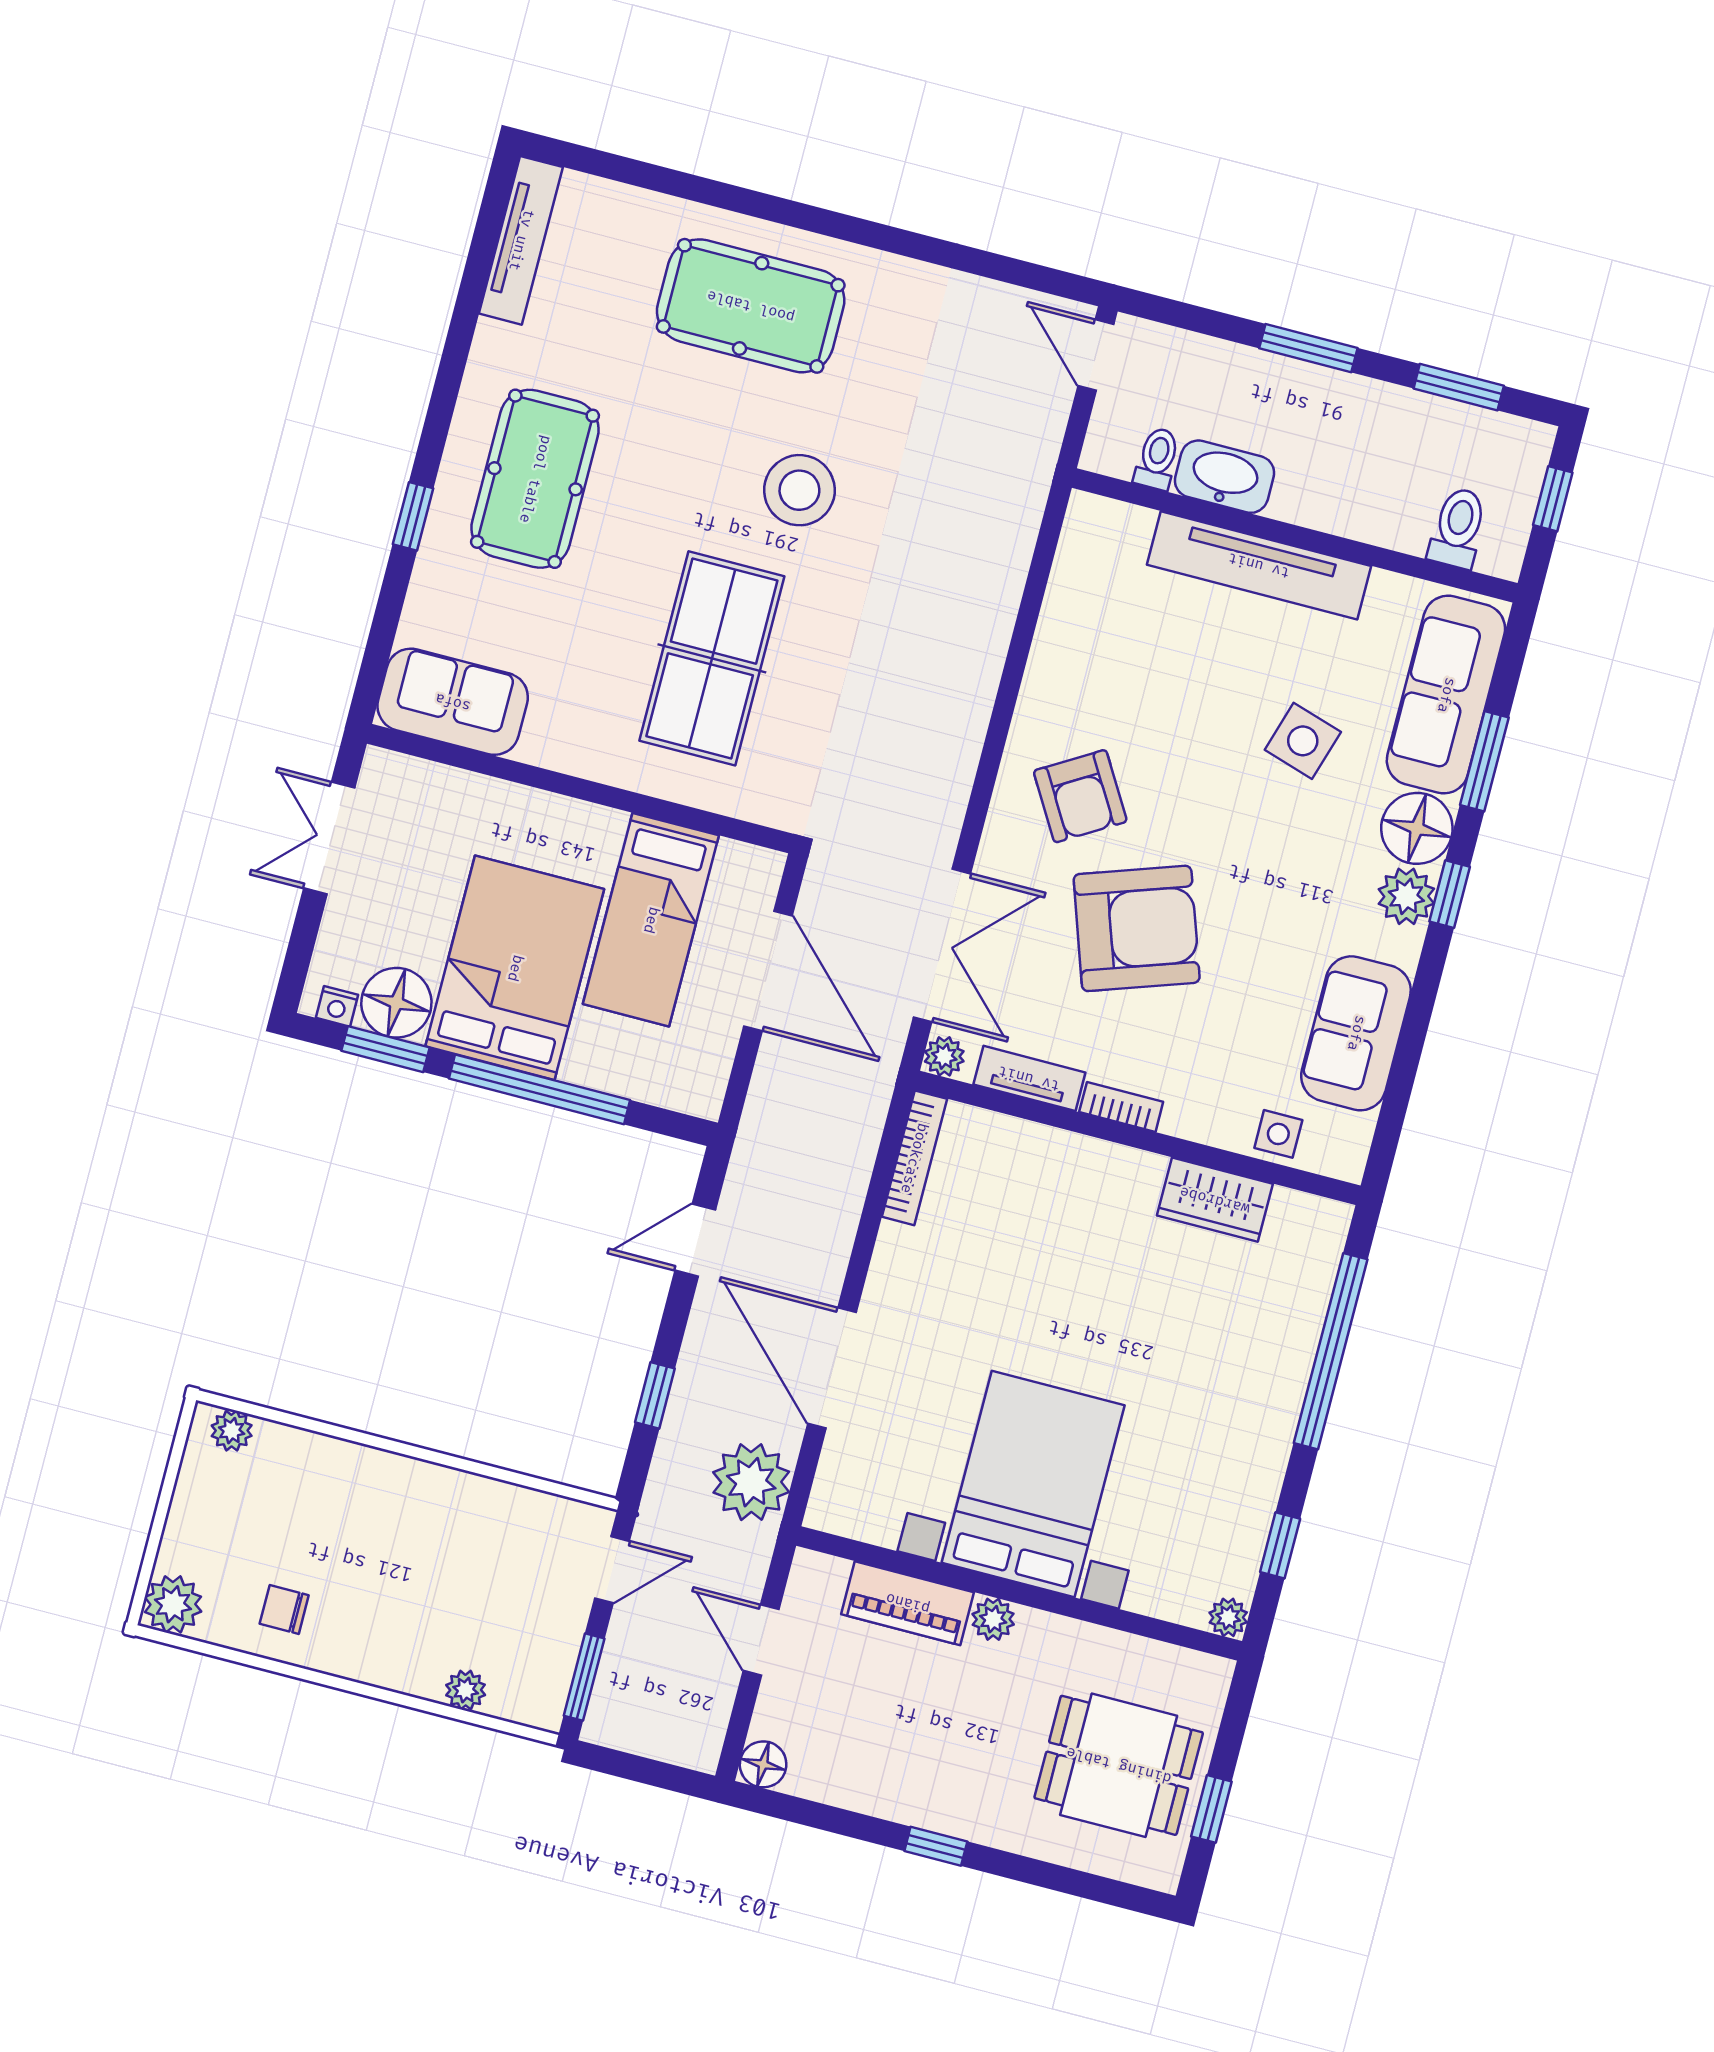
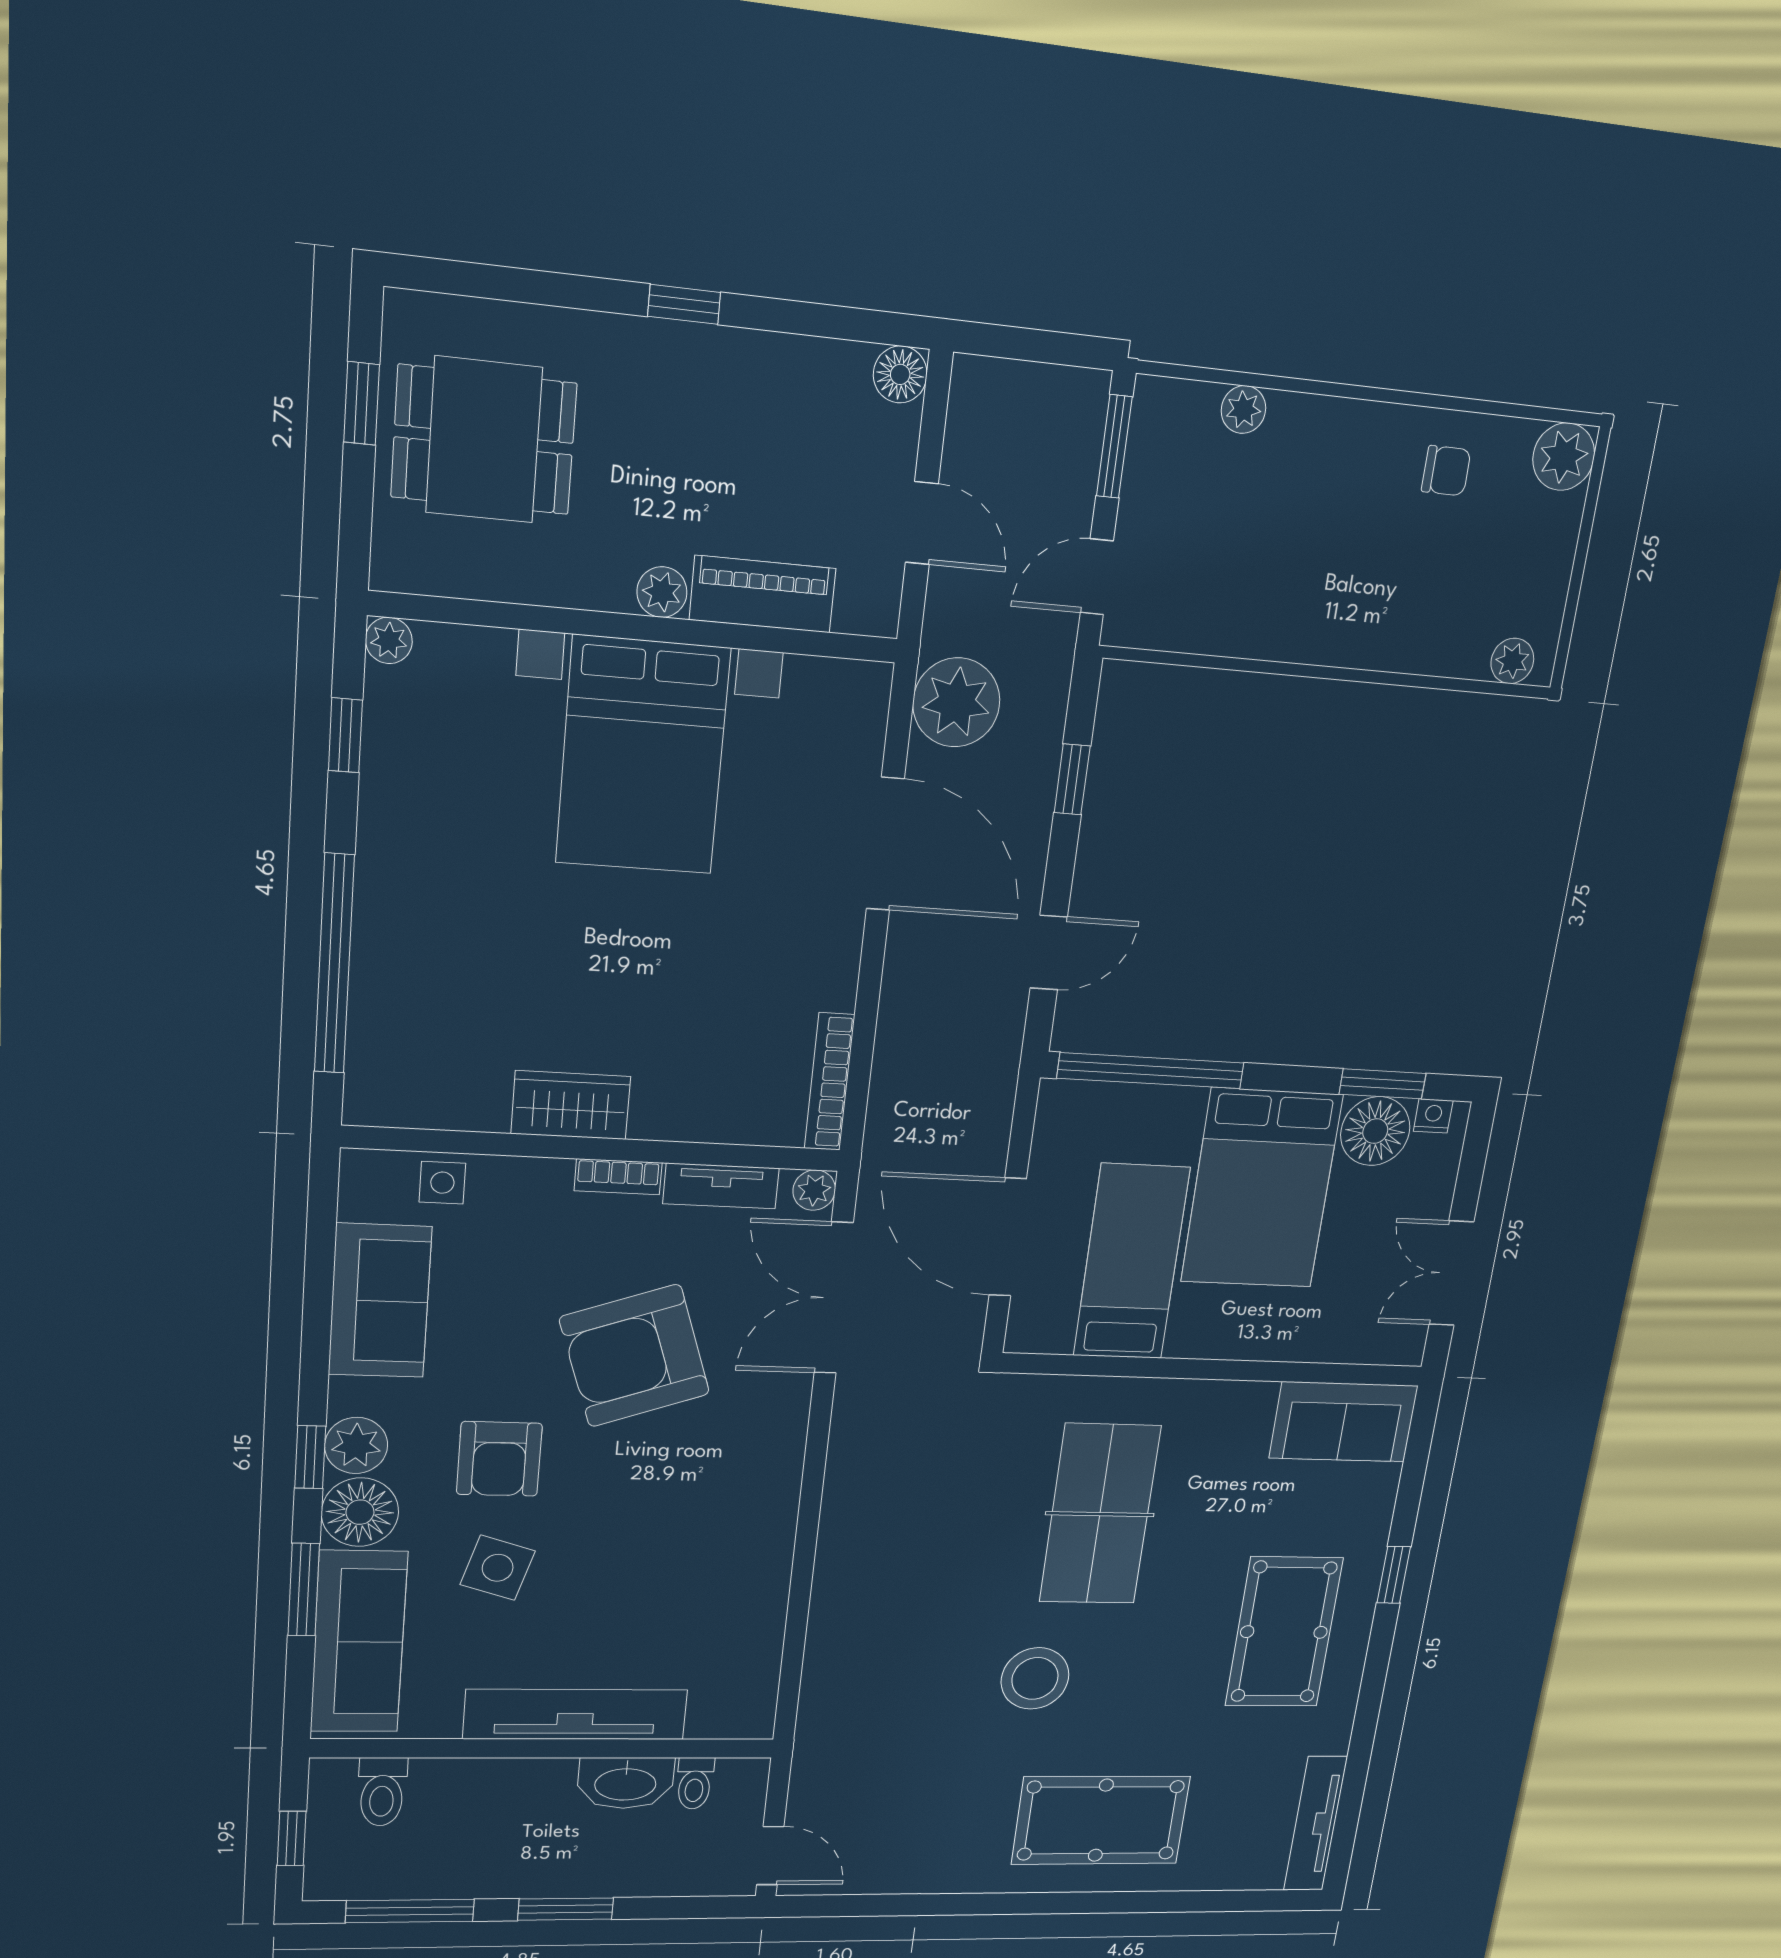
window: (1459, 387) -> (410, 1911), width x1.44
armchair: (1080, 796) -> (499, 1459), moved, turned -149
double door: (329, 838) -> (1451, 1273), swing flipped
window: (539, 1089) -> (1151, 1071), moved
wardrobe: (1215, 1200) -> (571, 1105), moved

